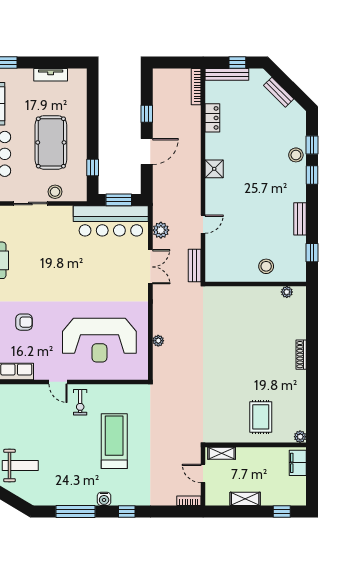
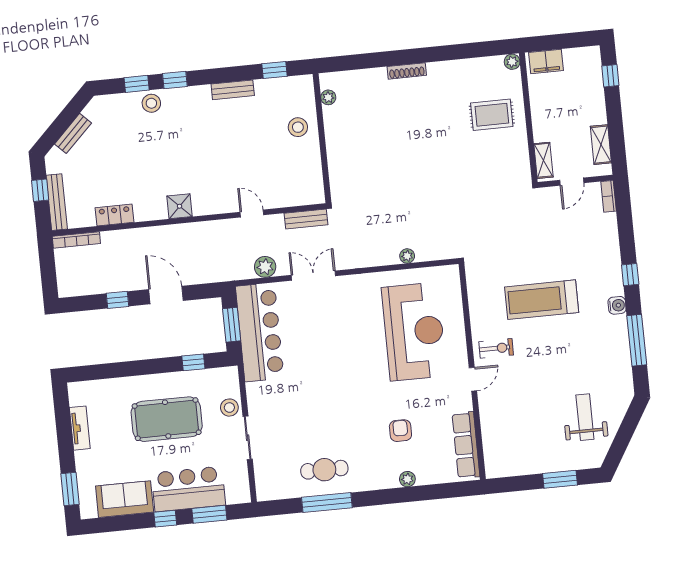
shelving: (245, 499) -> (601, 145), moved

